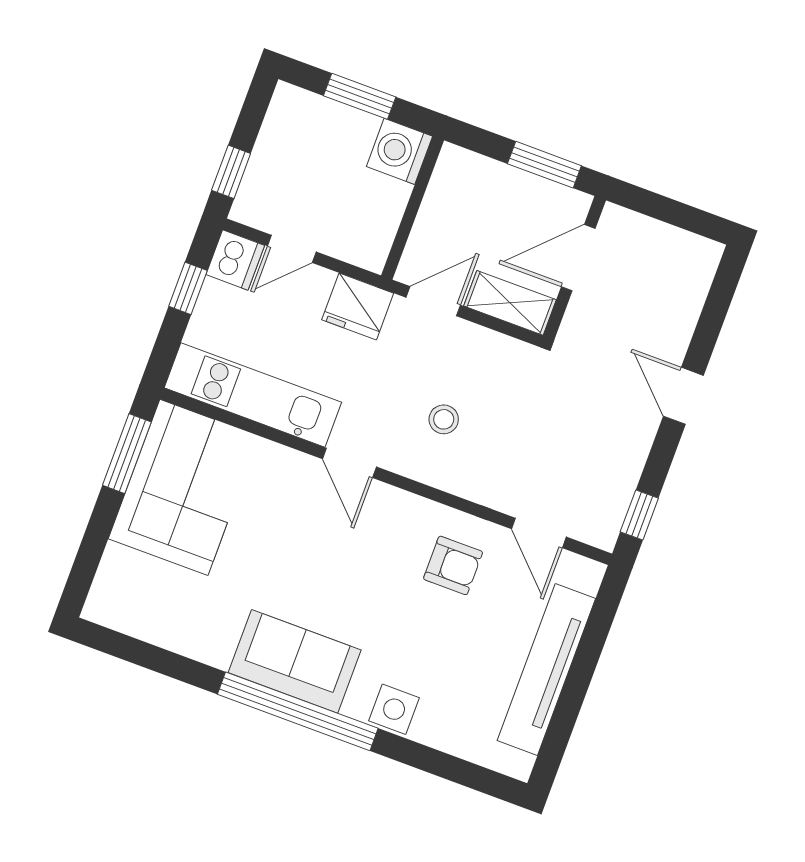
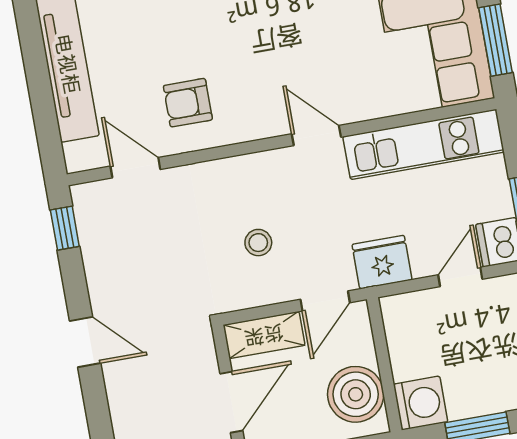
boiler: (456, 196) -> (356, 394), added
stool: (444, 419) -> (258, 243), moved

